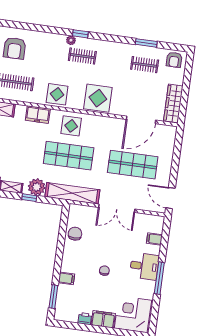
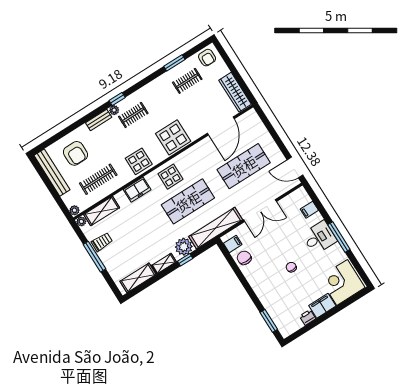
bench: (53, 38) -> (99, 120), added
filing cabinet: (66, 278) -> (233, 244), moved

